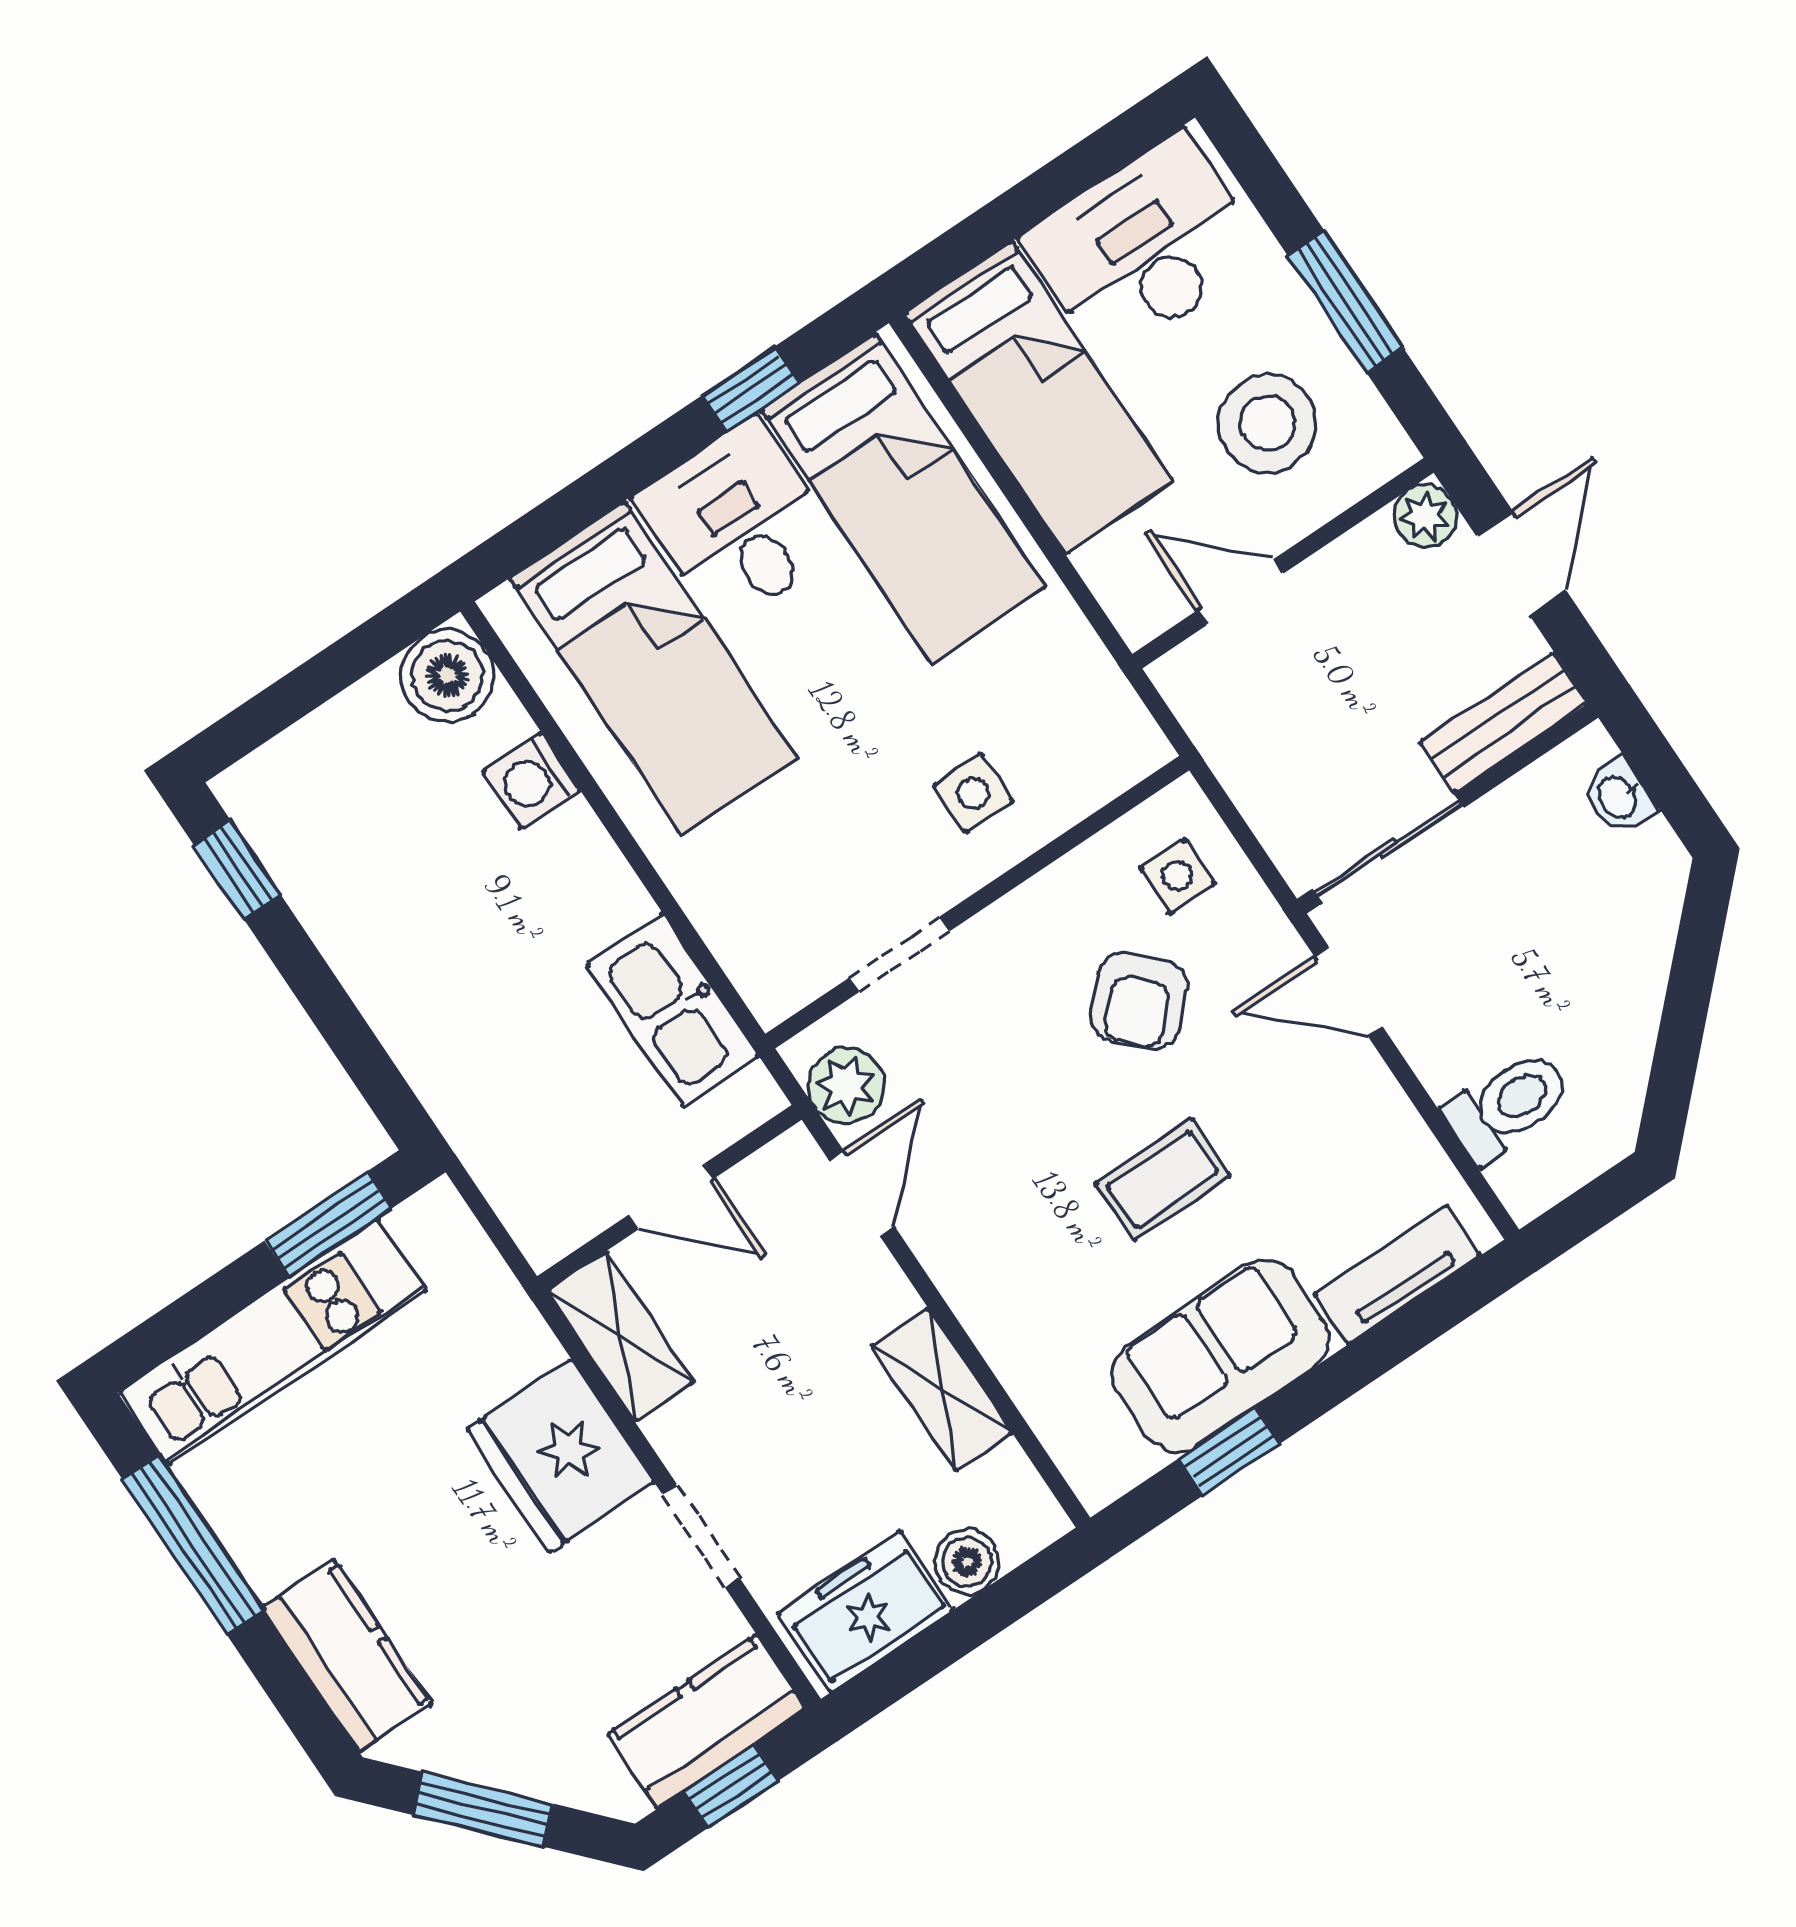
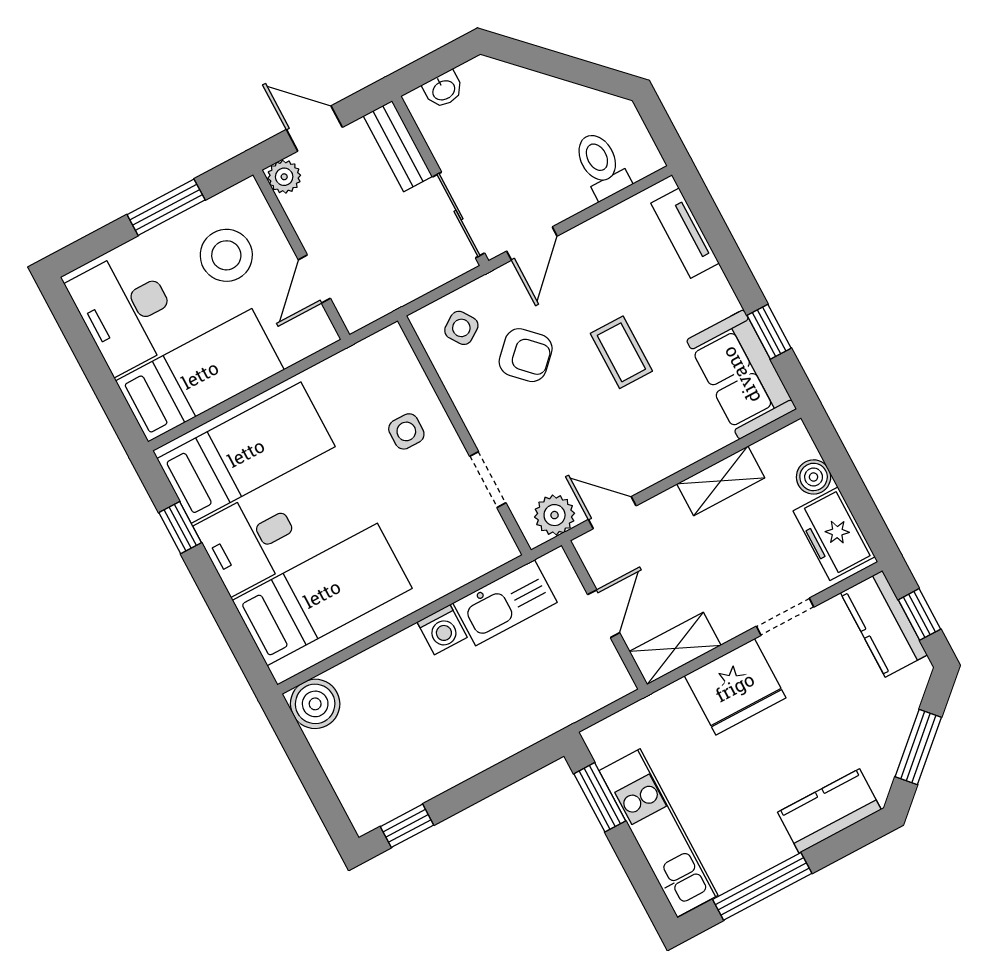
washing machine: (531, 781) -> (442, 630), moved
side table: (1177, 876) -> (461, 328), turned -34
sofa: (1221, 1356) -> (741, 375), moved

